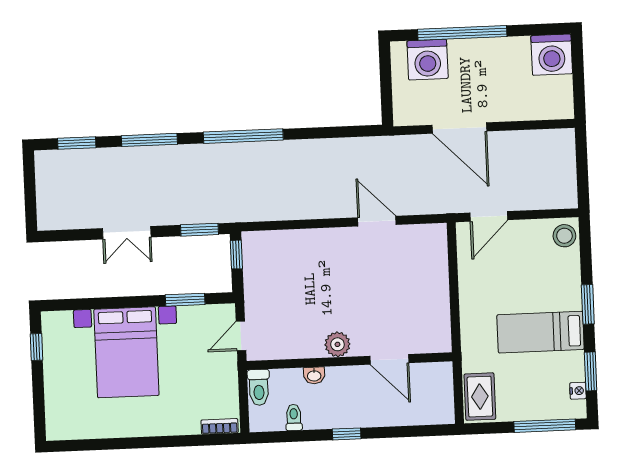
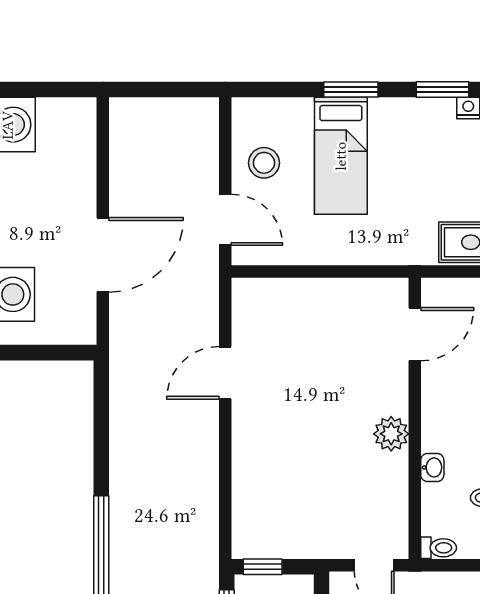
stool: (564, 236) -> (264, 163), moved
bed: (540, 332) -> (341, 156), moved
door: (389, 359) -> (415, 334), moved
toilet: (259, 387) -> (439, 548), width x0.73, depth x0.72

